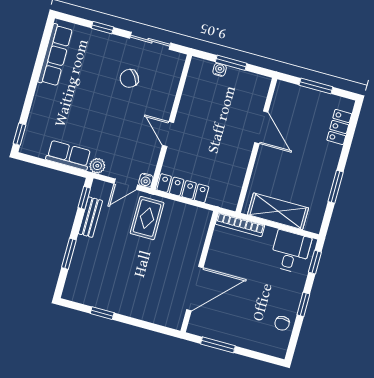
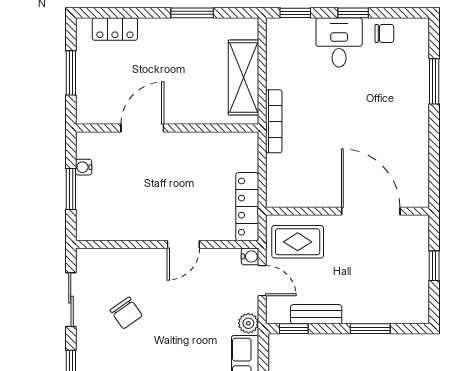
water cooler: (220, 70) -> (84, 167), moved
desk: (290, 252) -> (339, 42), moved, turned 90
wall: (199, 272) -> (348, 211), moved
door: (195, 289) -> (371, 211), moved
window: (218, 345) -> (434, 81), moved

